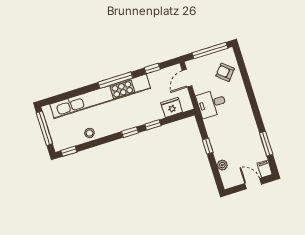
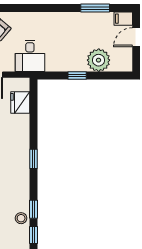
window: (153, 125) -> (34, 209), moved
stool: (90, 133) -> (21, 218), moved
plant: (222, 165) -> (99, 60), width x1.88, depth x1.88

